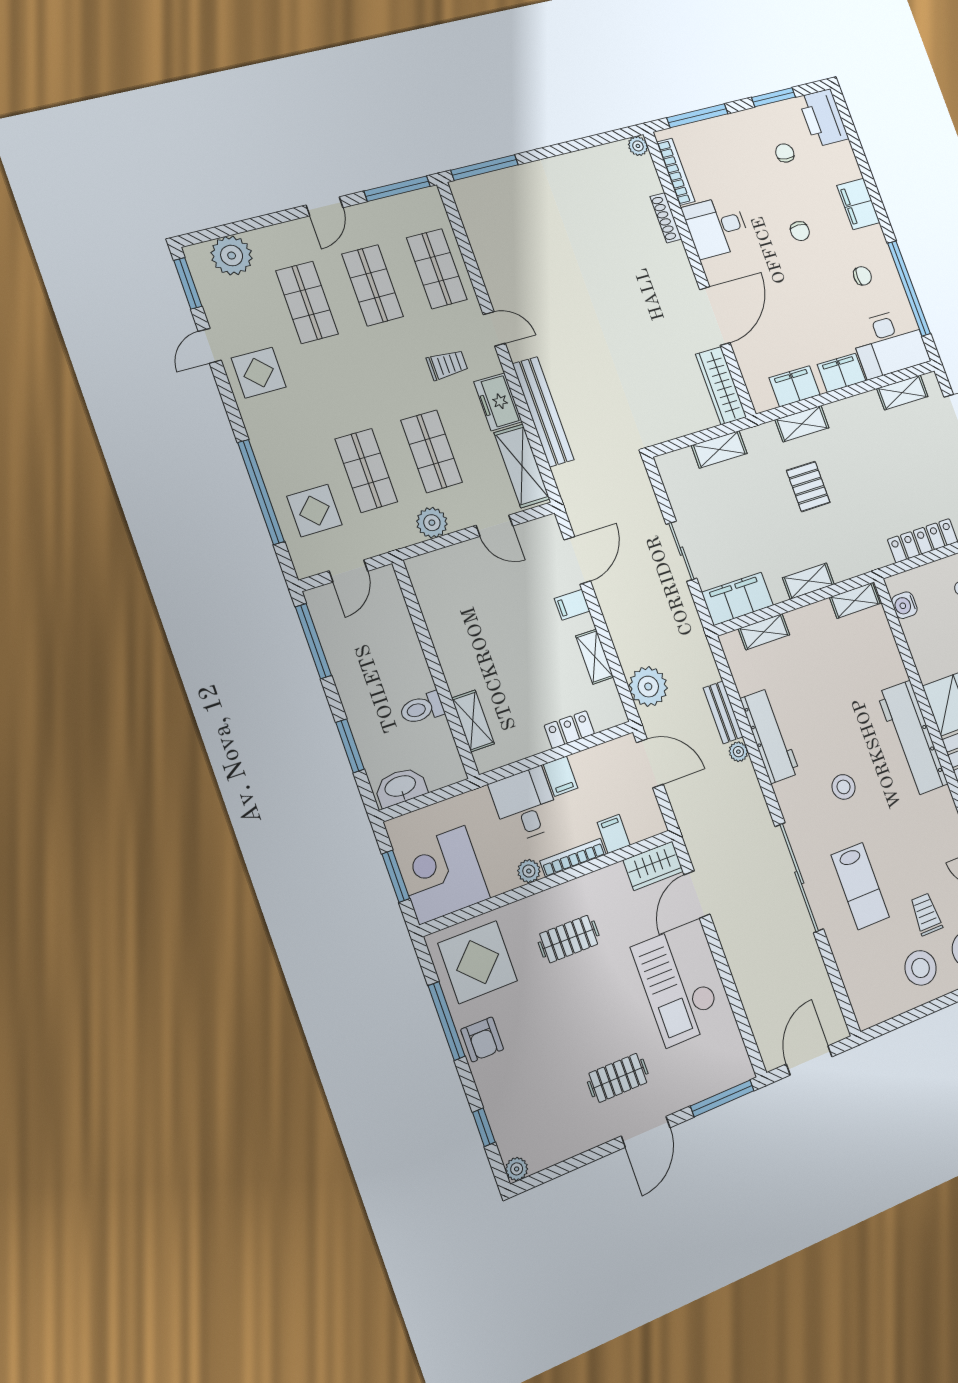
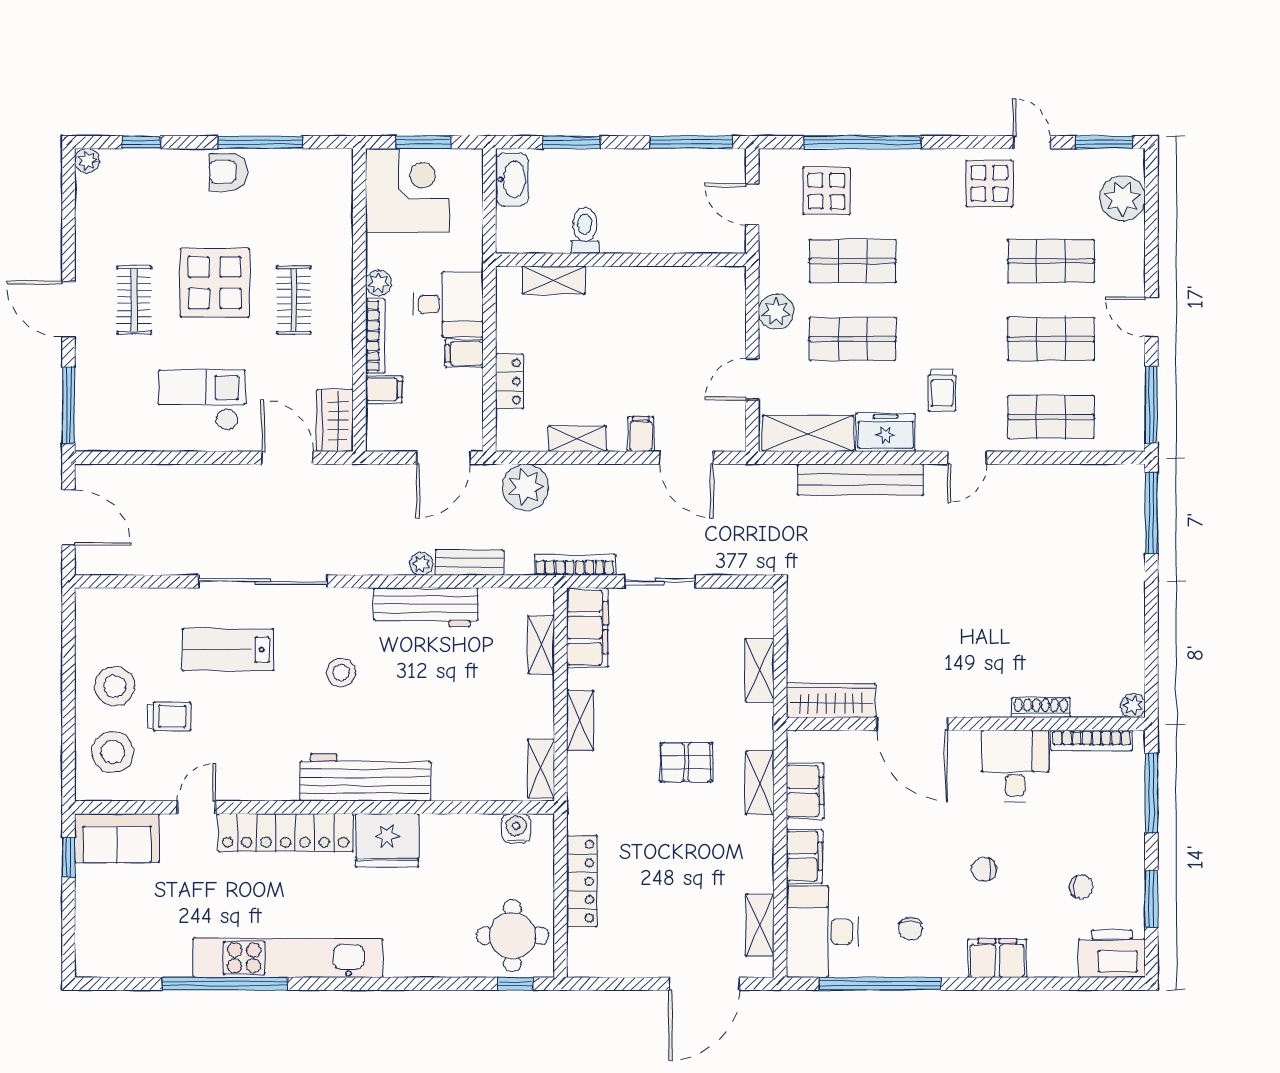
bookcase: (694, 625) -> (575, 565), added
display table: (478, 962) -> (215, 283), moved
checkout: (677, 986) -> (202, 400), width x0.73, depth x0.83

